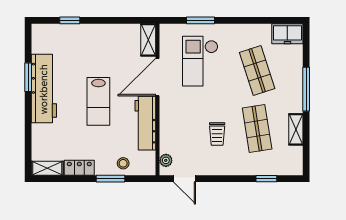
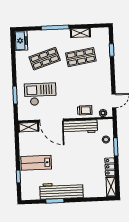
checkout: (200, 61) -> (40, 94), turned 180
lab bench: (98, 101) -> (36, 163), moved, turned 180
trolley: (217, 134) -> (85, 110), moved

